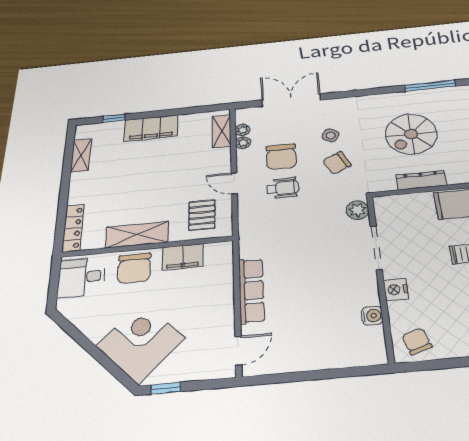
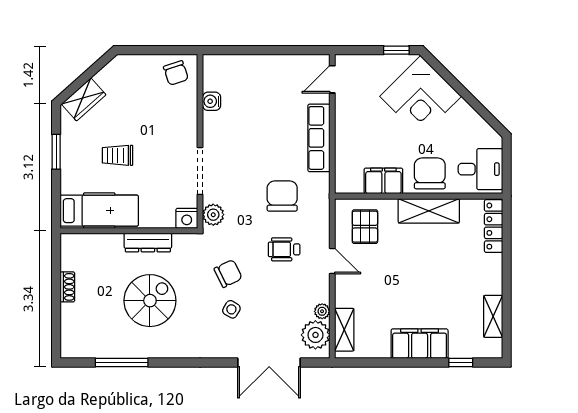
plant: (243, 130) -> (315, 335), width x1.87, depth x1.87
chair: (281, 157) -> (282, 196), moved
nightstand: (396, 289) -> (187, 218), moved, turned 90

